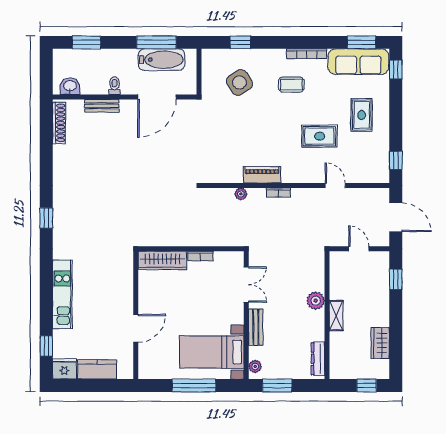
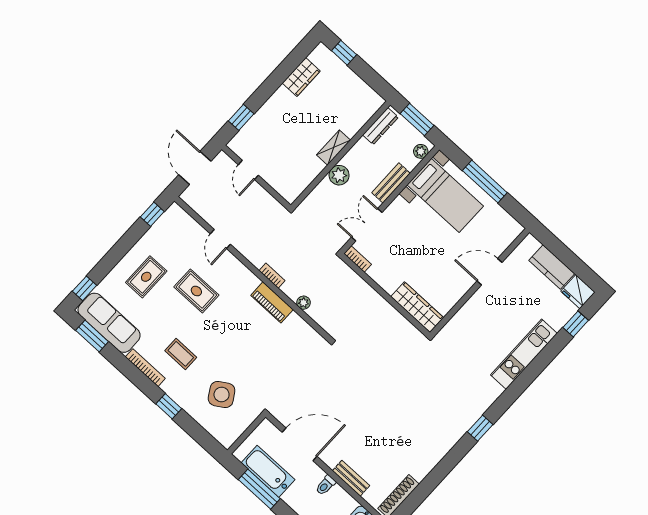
window: (240, 42) -> (169, 406), moved
bookcase: (200, 256) -> (358, 259), moved
plant: (316, 301) -> (339, 175), moved
wall: (327, 315) -> (341, 155), moved
shelving: (336, 316) -> (333, 148), moved
dresser: (318, 359) -> (381, 126), moved

